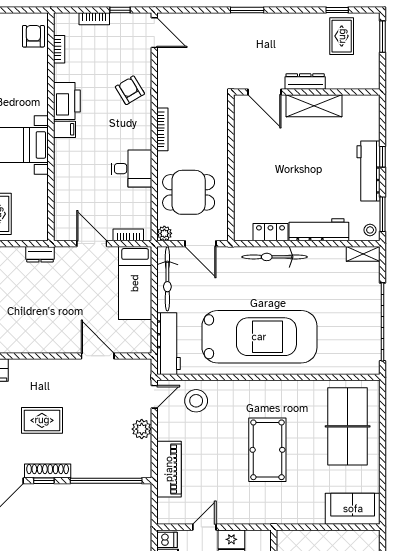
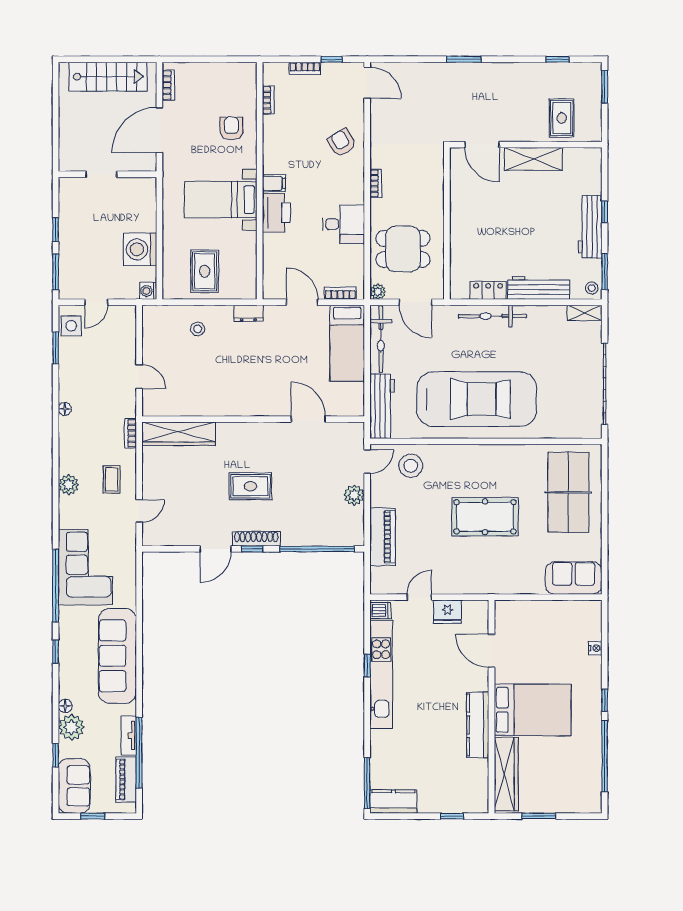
armchair: (33, 36) -> (231, 128), moved
rug: (342, 36) -> (562, 118), moved
dresser: (305, 82) -> (524, 134), removed
printer: (67, 101) -> (276, 213), moved
bookcase: (162, 129) -> (376, 183), width x0.64
pool table: (267, 450) -> (485, 517), turned 90

